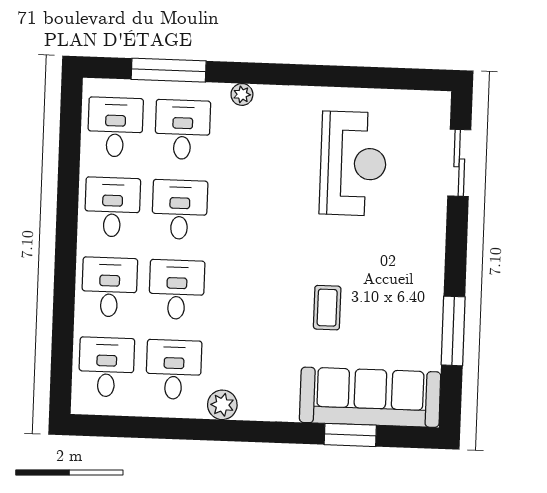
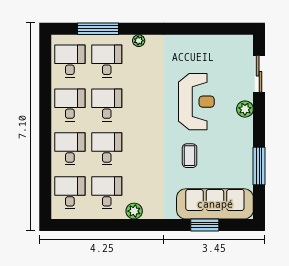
reception desk: (353, 164) -> (196, 102), moved
plant: (431, 226) -> (245, 109), added

